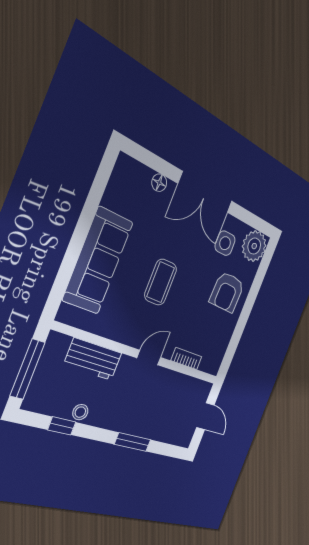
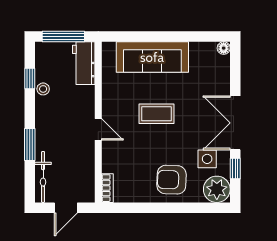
floor lamp: (159, 183) -> (224, 48), moved
window: (245, 216) -> (235, 169), added
workbench: (93, 359) -> (84, 63), moved
bookcase: (187, 359) -> (107, 188), moved
bicycle: (169, 434) -> (43, 177), added

